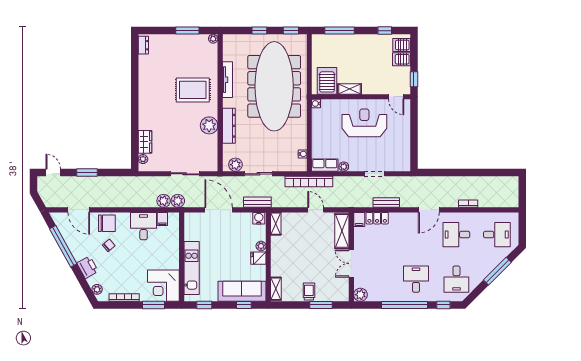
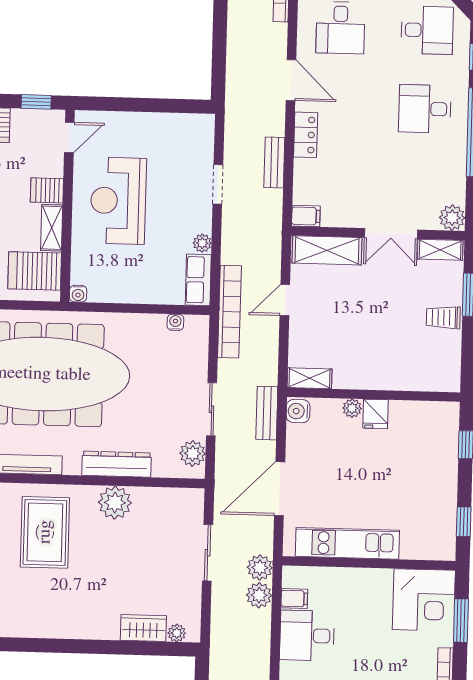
server rack: (369, 86) -> (47, 190), added
locker: (377, 218) -> (306, 135), moved
kitchen unit: (192, 268) -> (347, 543), moved
shelving: (276, 289) -> (440, 250), moved
sofa: (242, 291) -> (439, 448), removed

